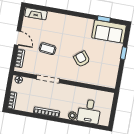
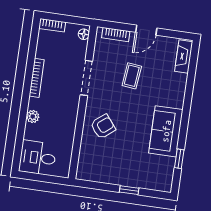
sofa: (109, 32) -> (166, 131), moved
armchair: (82, 59) -> (103, 127), moved
desk: (89, 111) -> (38, 158), moved

